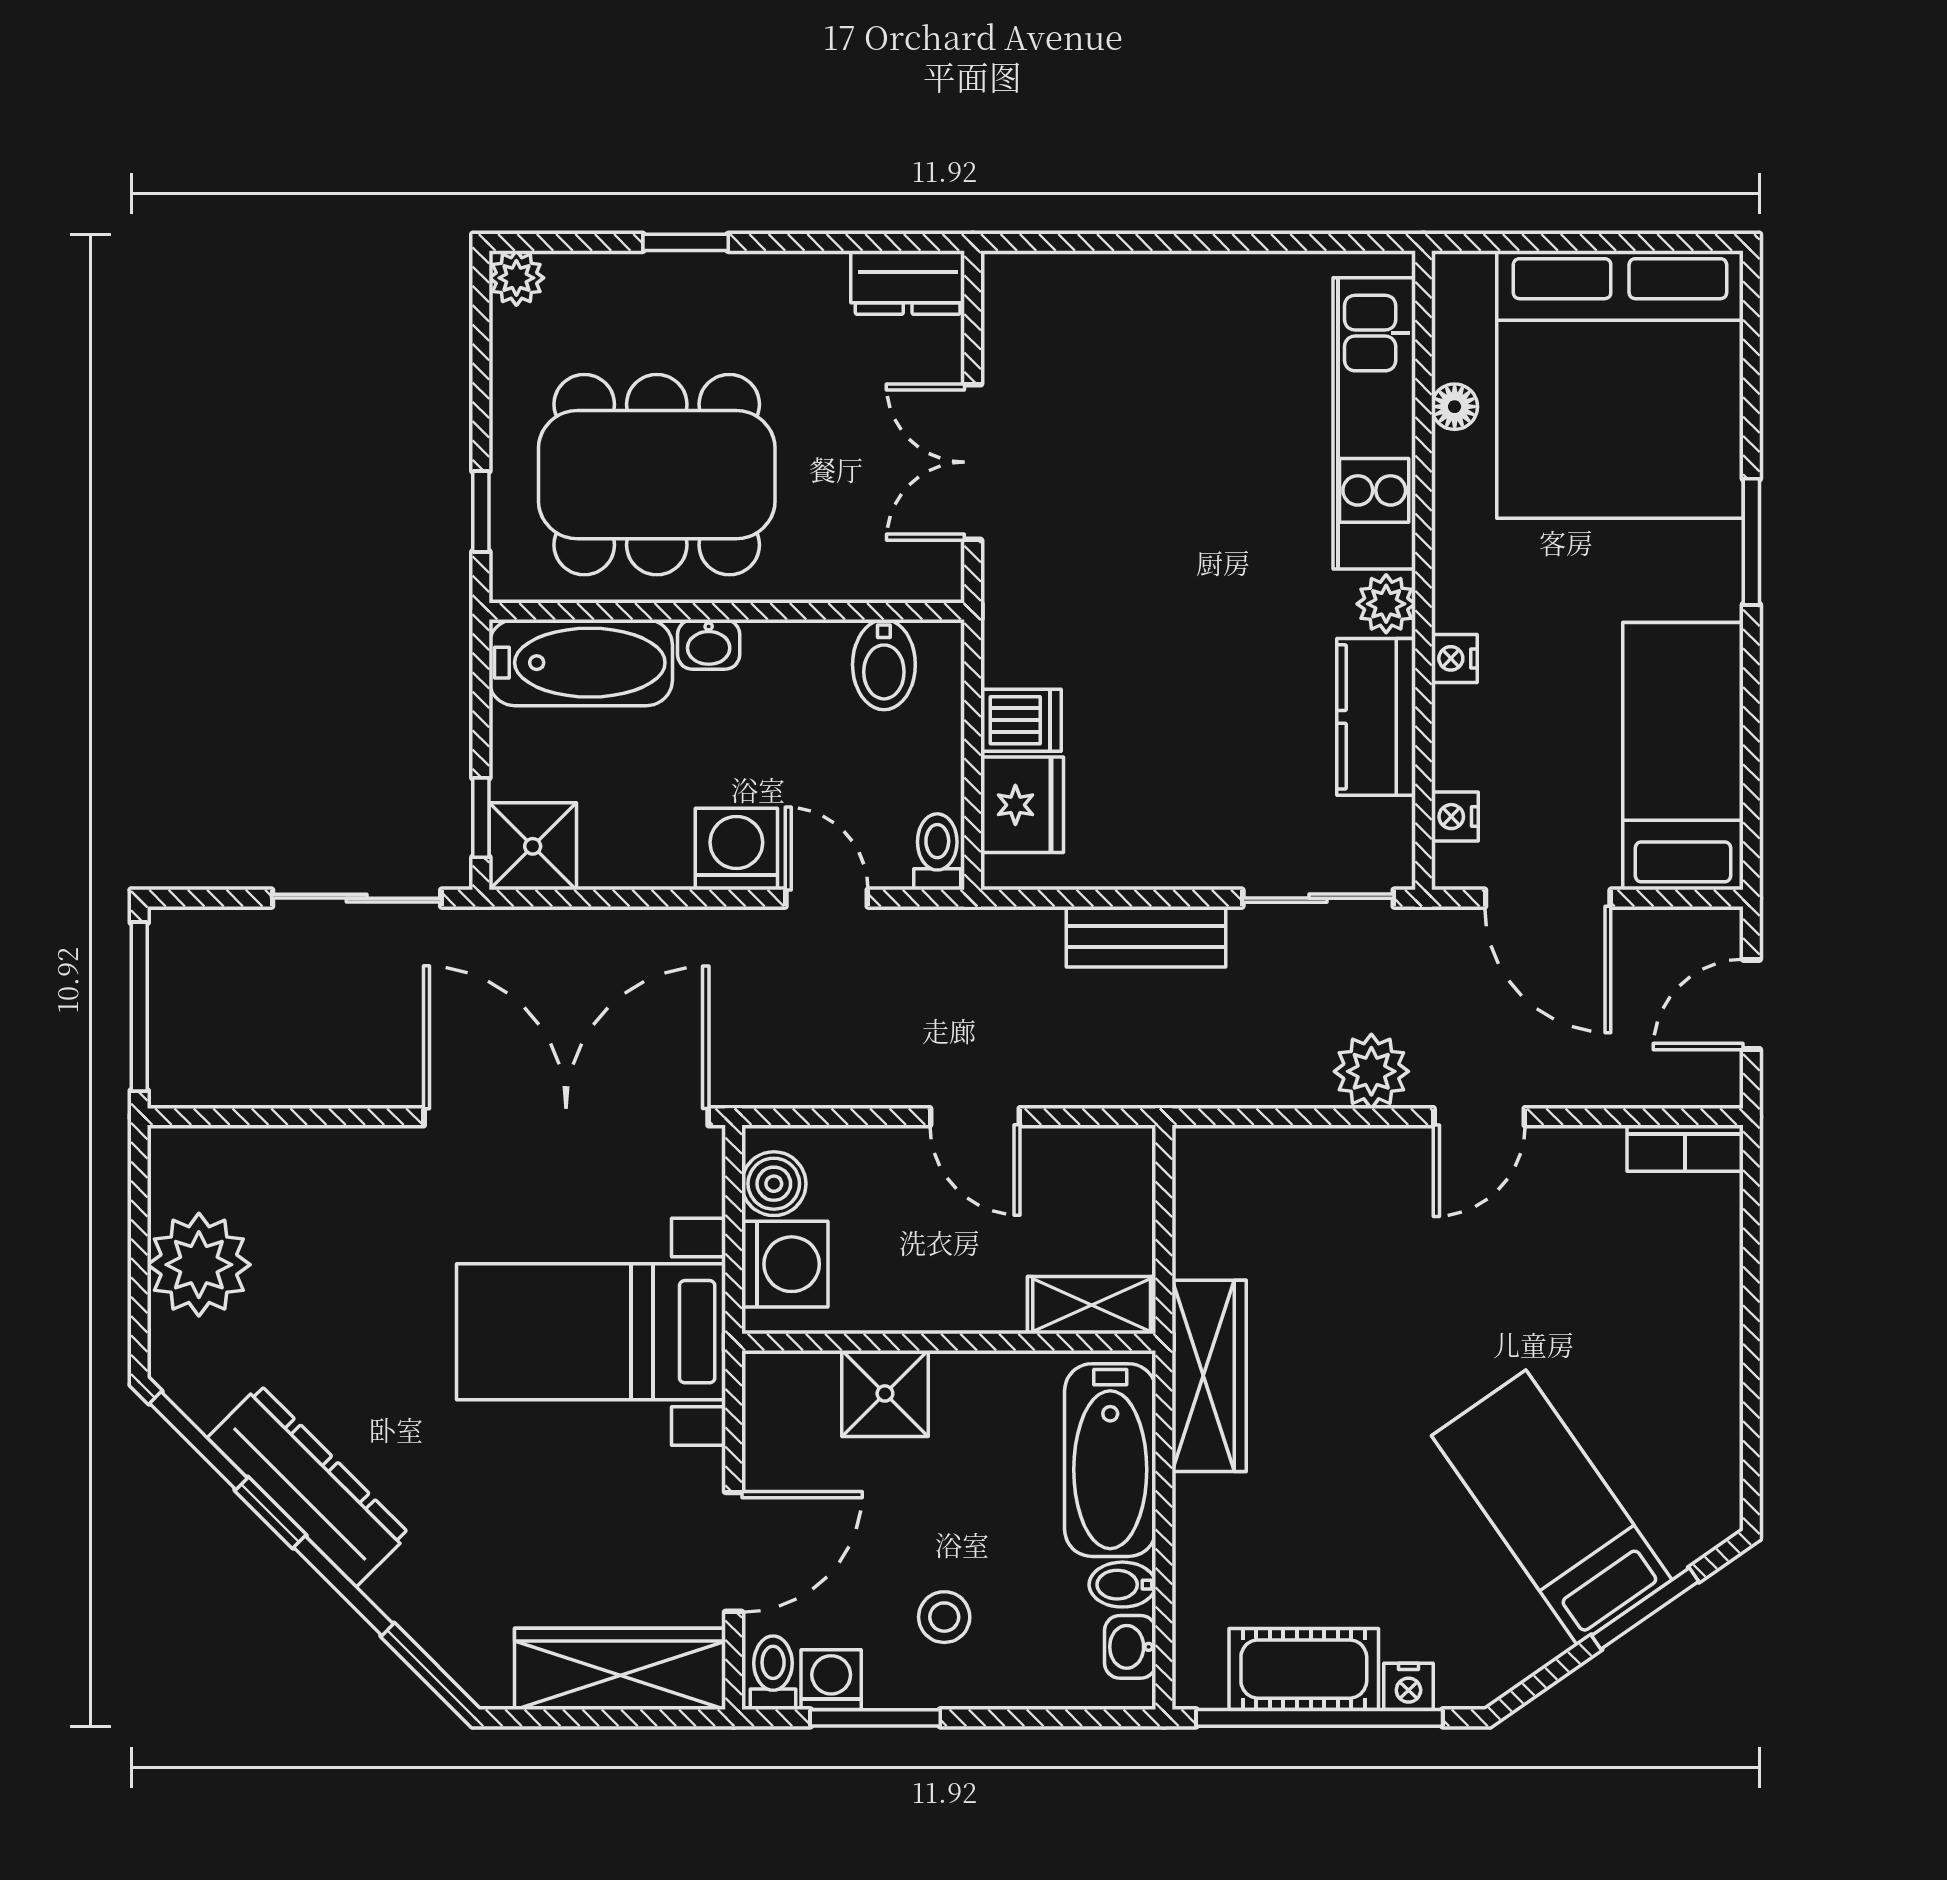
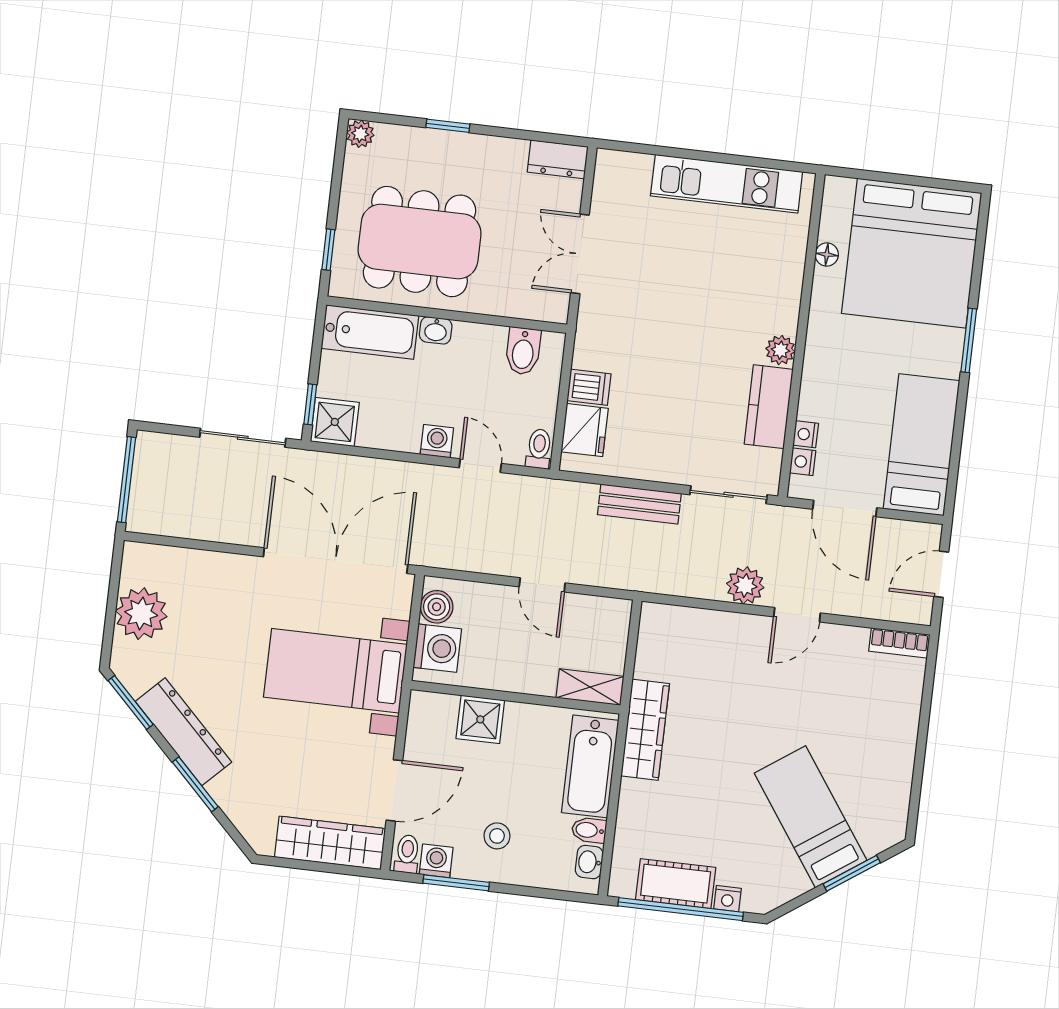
kitchen unit: (1374, 423) -> (727, 184), moved, turned -90
nightstand: (1454, 658) -> (806, 434), moved
washing machine: (736, 849) -> (437, 441), width x0.73, depth x0.73

